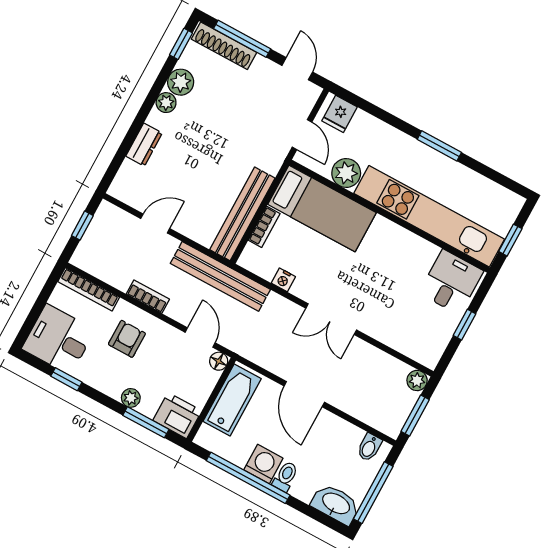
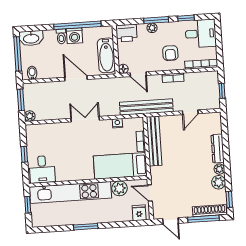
dresser: (144, 145) -> (218, 149), width x1.44
window: (146, 422) -> (156, 20), moved

